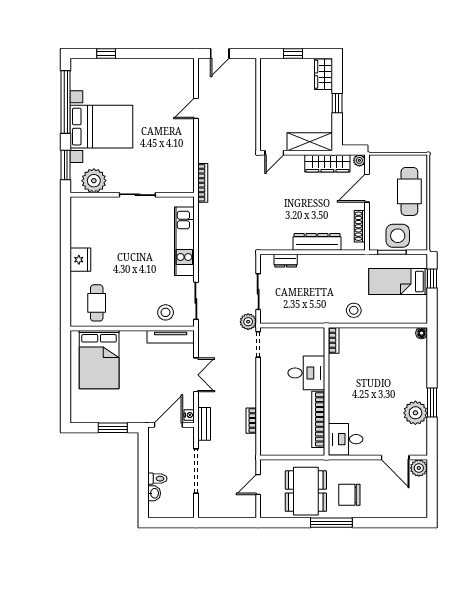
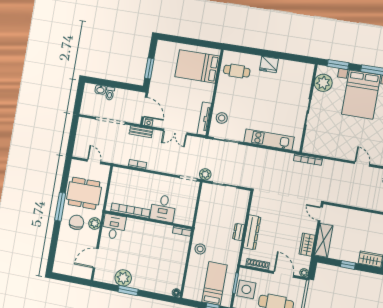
wardrobe: (327, 163) -> (307, 245), width x0.67
dresser: (286, 261) -> (239, 232), moved
plant: (419, 468) -> (95, 223), moved

